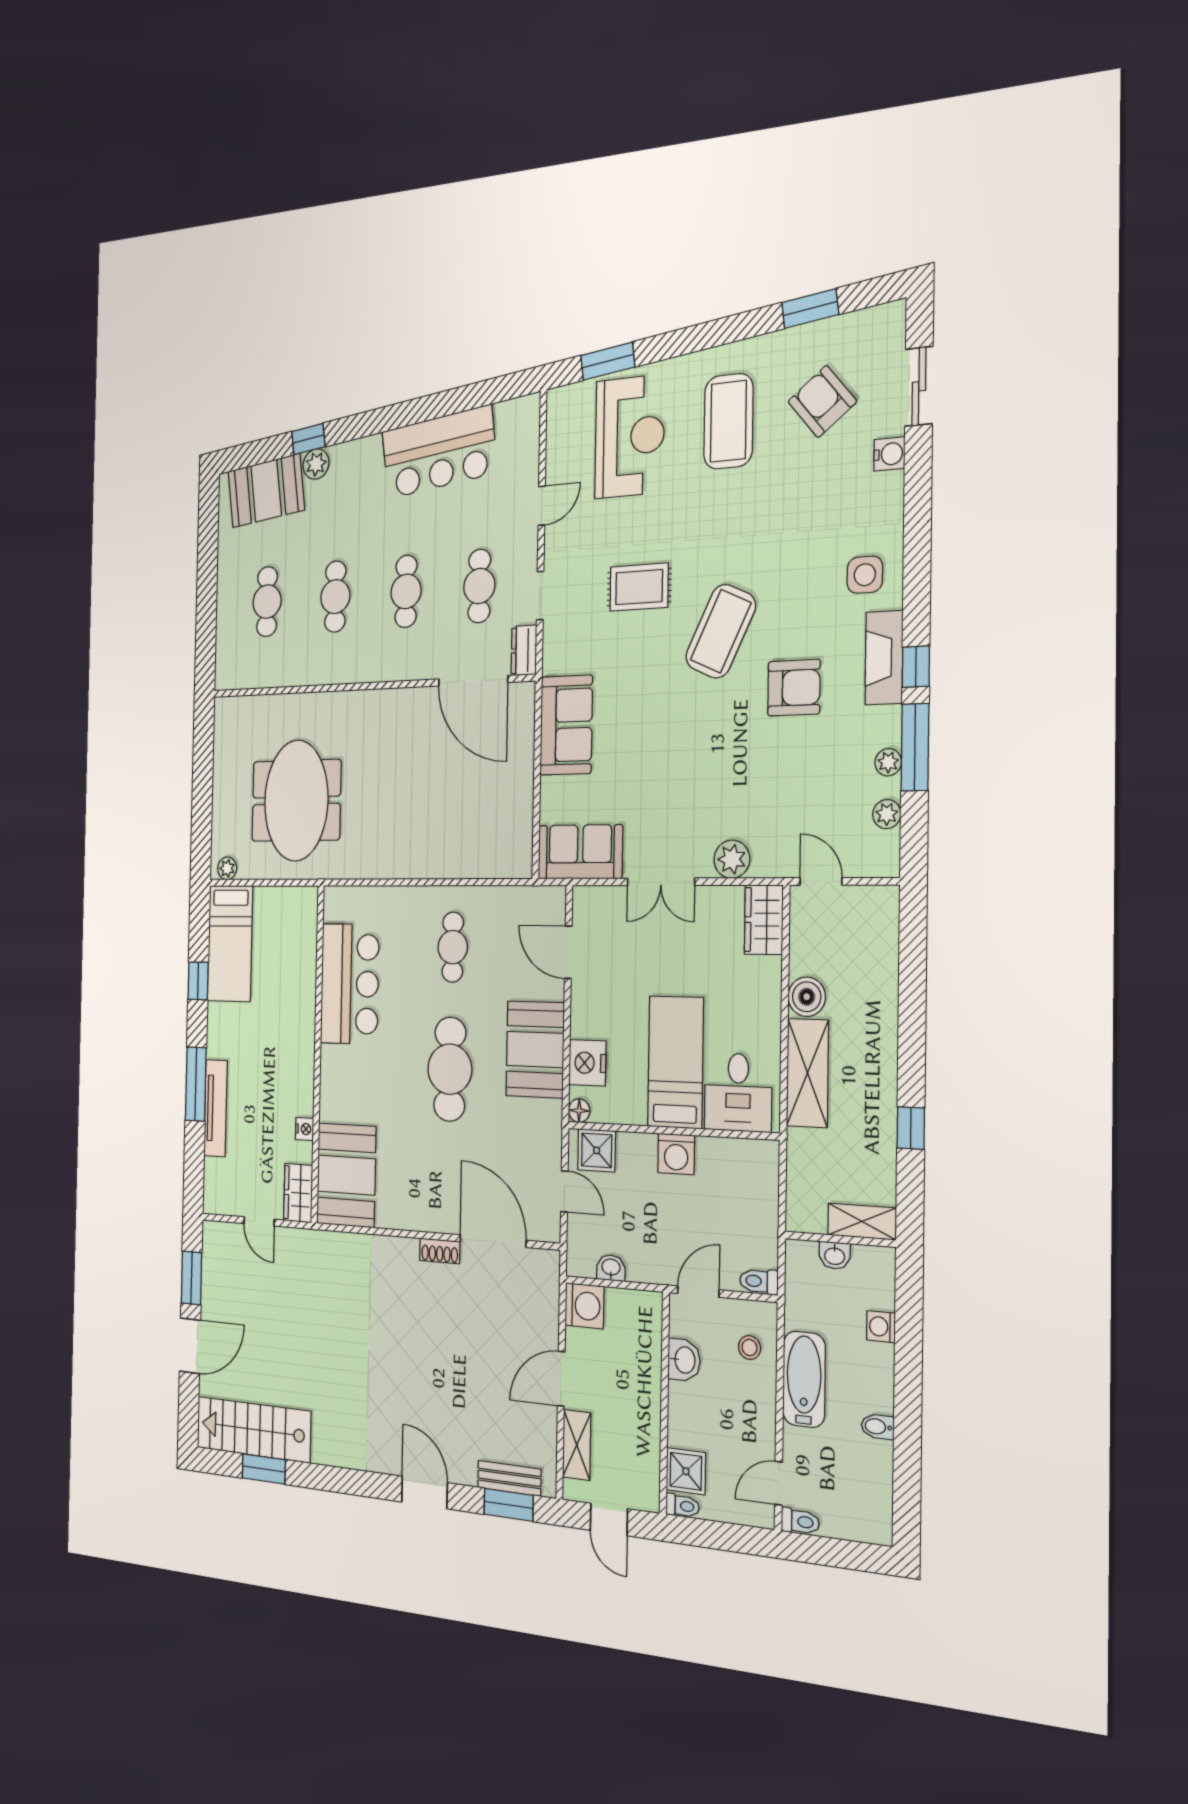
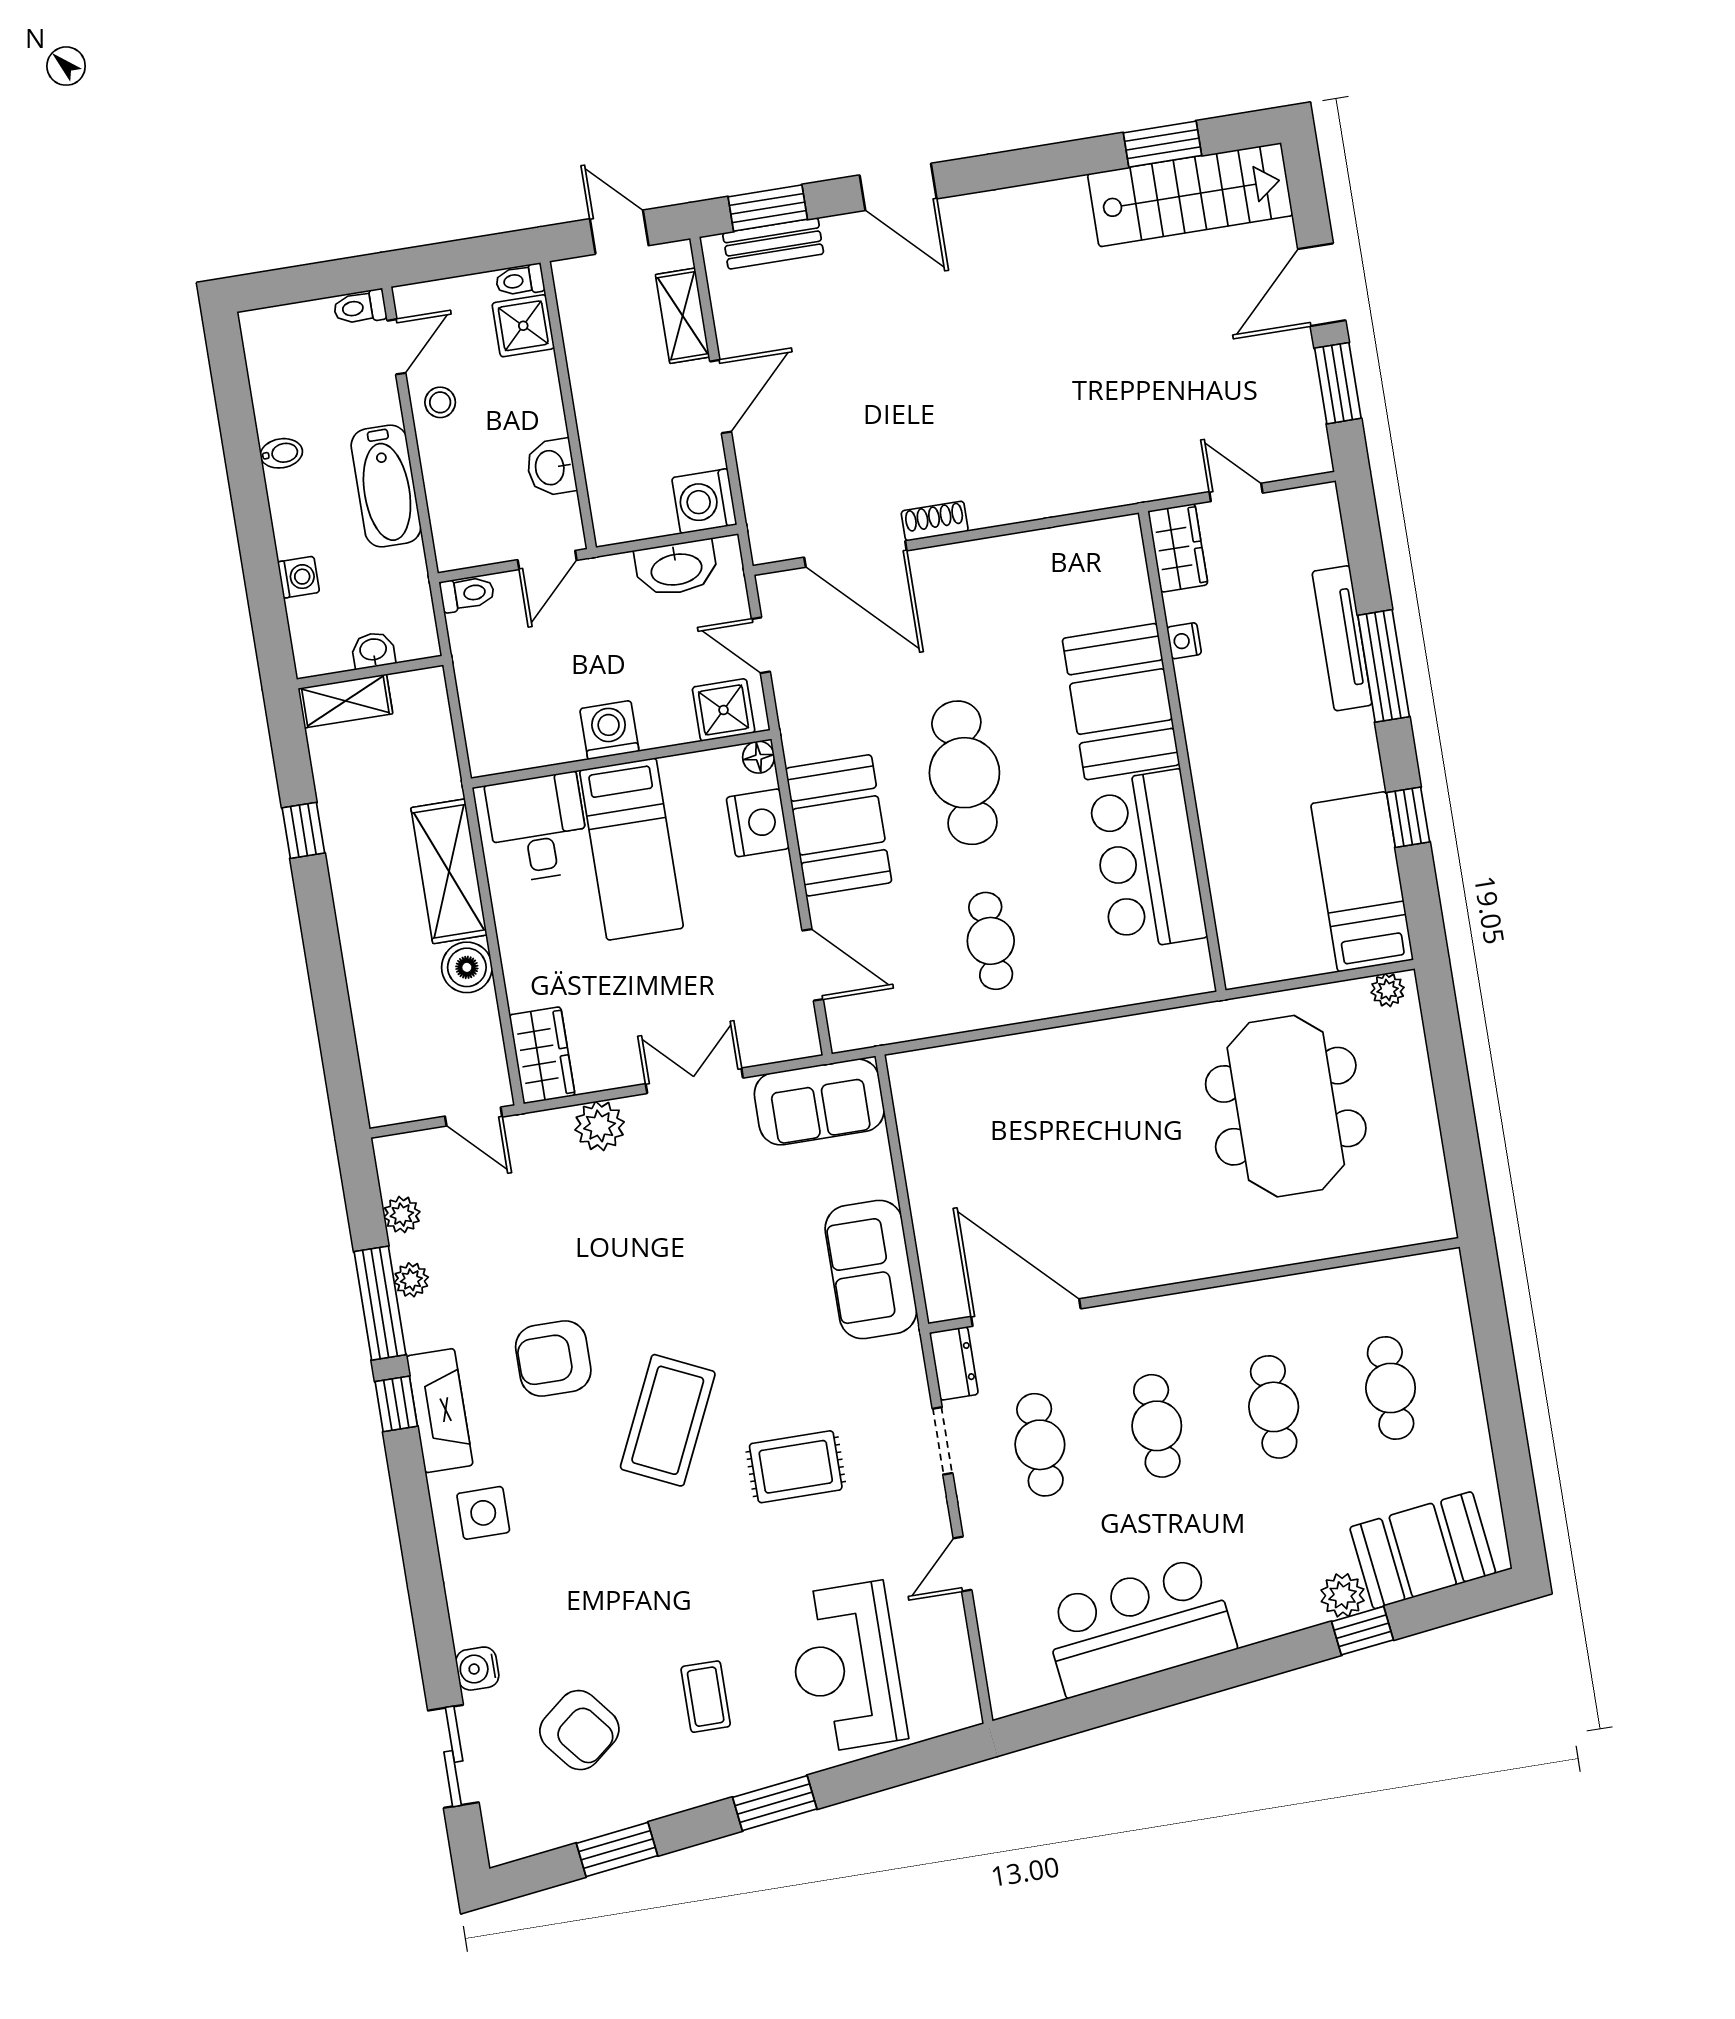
window: (608, 361) -> (775, 1803), moved
coffee table: (728, 421) -> (706, 1697), width x0.54, depth x0.58
booth: (346, 1175) -> (1121, 702), moved
washbasin: (611, 1268) -> (676, 568), width x1.91, depth x1.45
stool: (749, 1348) -> (440, 402), moved

